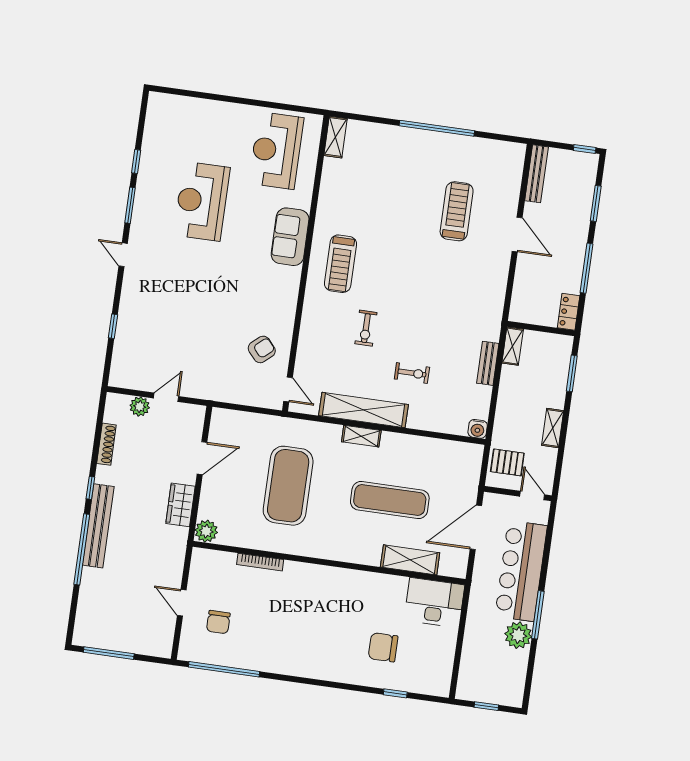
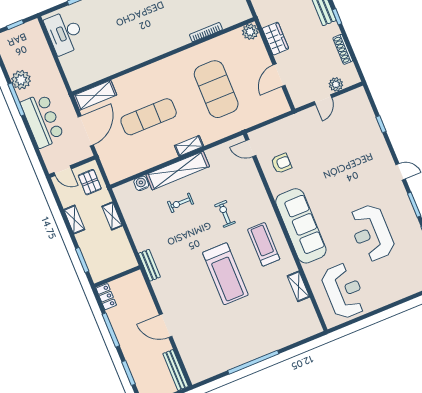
shelving: (335, 137) -> (298, 286), moved
reception desk: (202, 201) -> (371, 233), turned 180
treadmill: (457, 211) -> (225, 274), moved, width x1.37, depth x1.38
sofa: (290, 237) -> (301, 226), width x1.85, depth x1.27
shelving: (513, 346) -> (112, 216), moved
armchair: (262, 349) -> (281, 163), turned -139
bench: (488, 363) -> (149, 265), moved
shelving: (363, 410) -> (178, 171), moved
water cooler: (478, 429) -> (141, 183), moved
pallet: (507, 462) -> (90, 182), turned 90
shelving: (410, 560) -> (95, 95), moved
bar counter: (521, 571) -> (42, 120), width x0.73
desk: (434, 603) -> (65, 33), moved, turned 90
chair: (383, 647) -> (100, 24), removed

